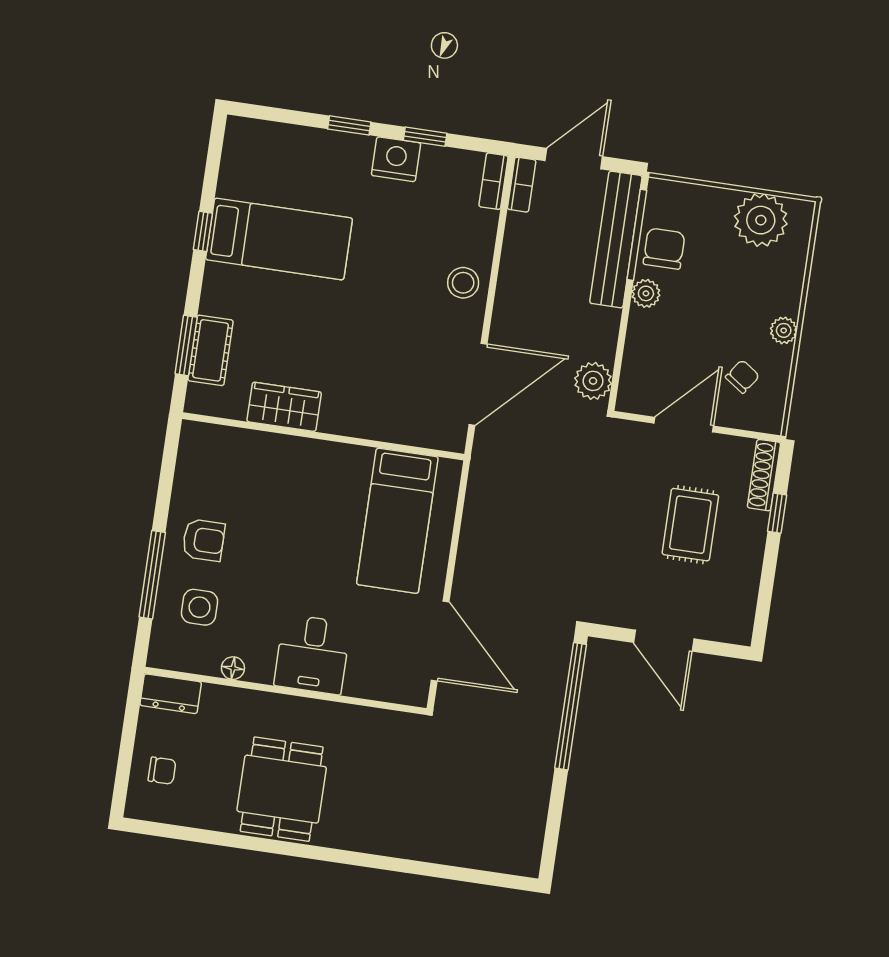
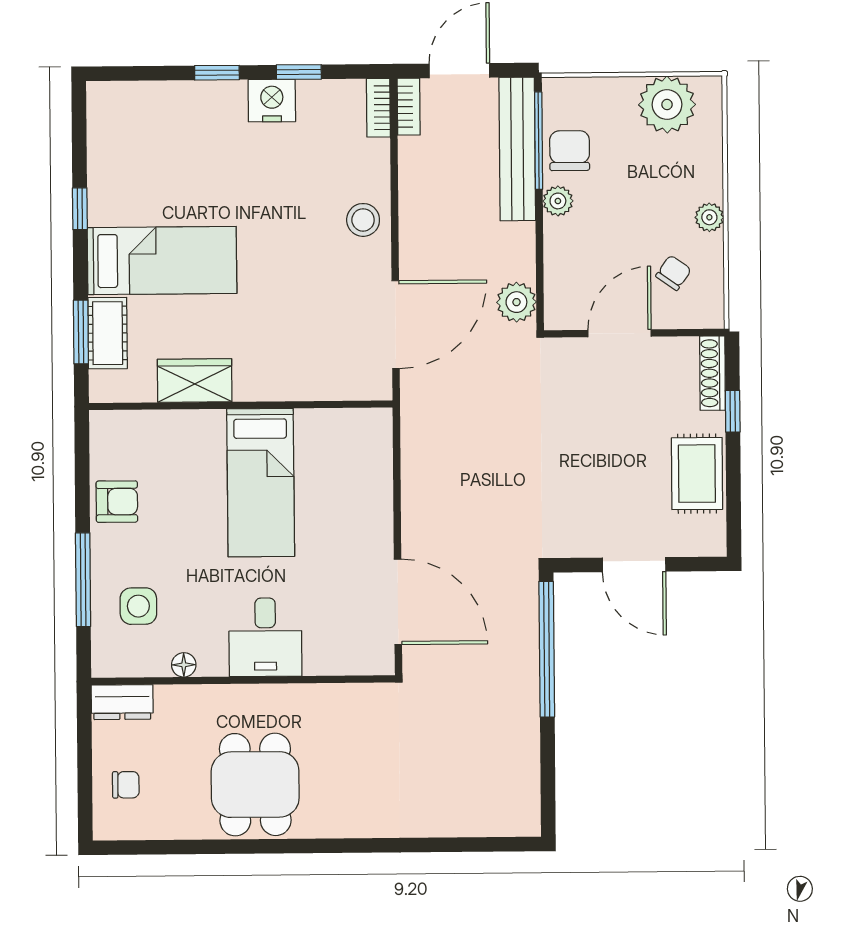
bed: (279, 239) -> (162, 261), moved
bed: (397, 521) -> (261, 483), moved
rug: (690, 525) -> (697, 474), moved
armchair: (204, 540) -> (117, 502), moved

